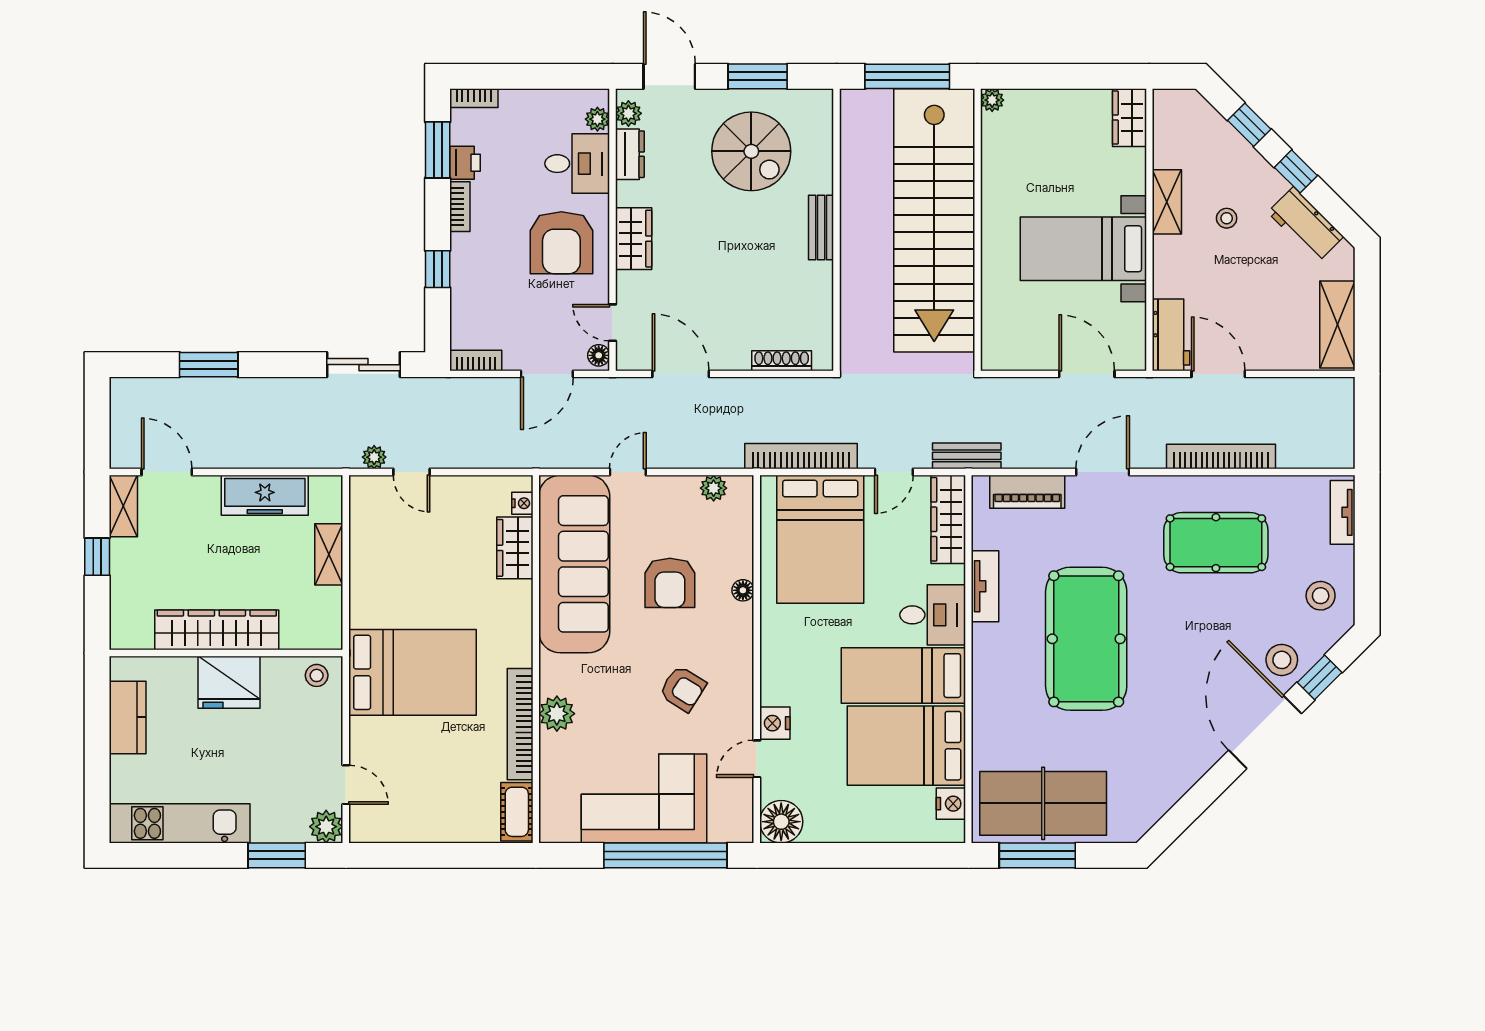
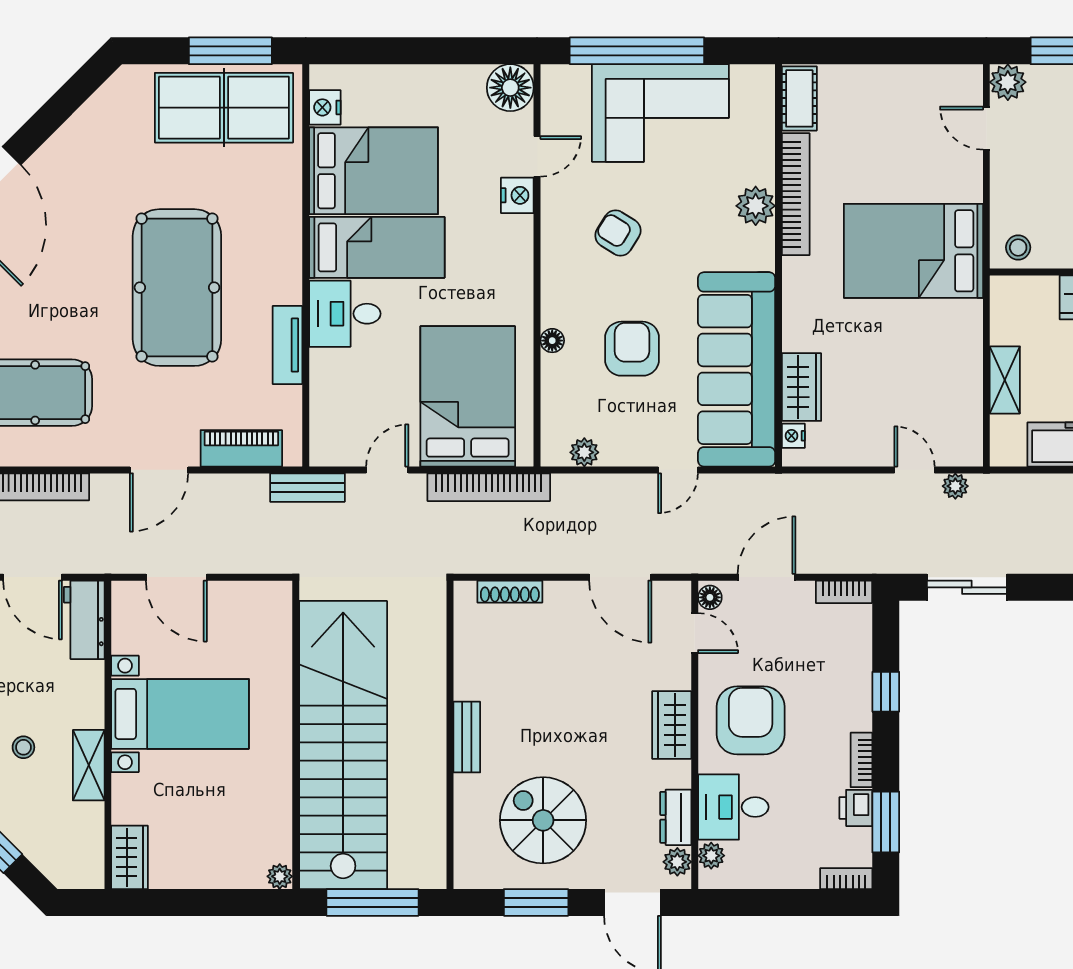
wardrobe: (948, 519) -> (328, 418), removed

